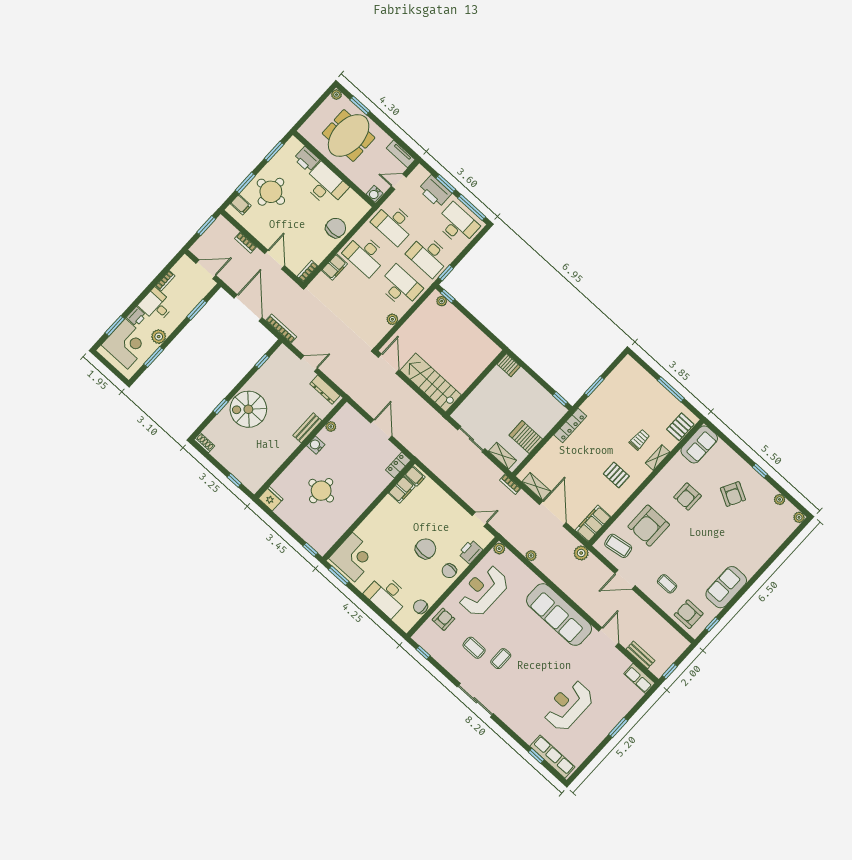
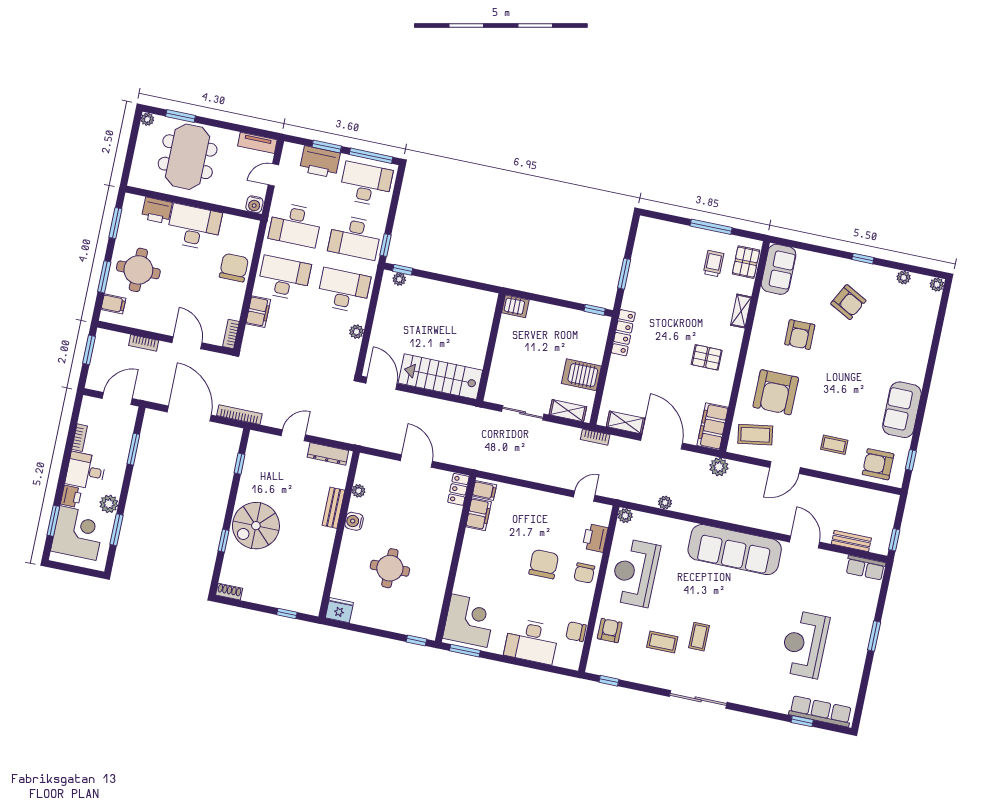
desk: (365, 255) -> (284, 278), turned 180
trolley: (639, 440) -> (714, 264), moved

